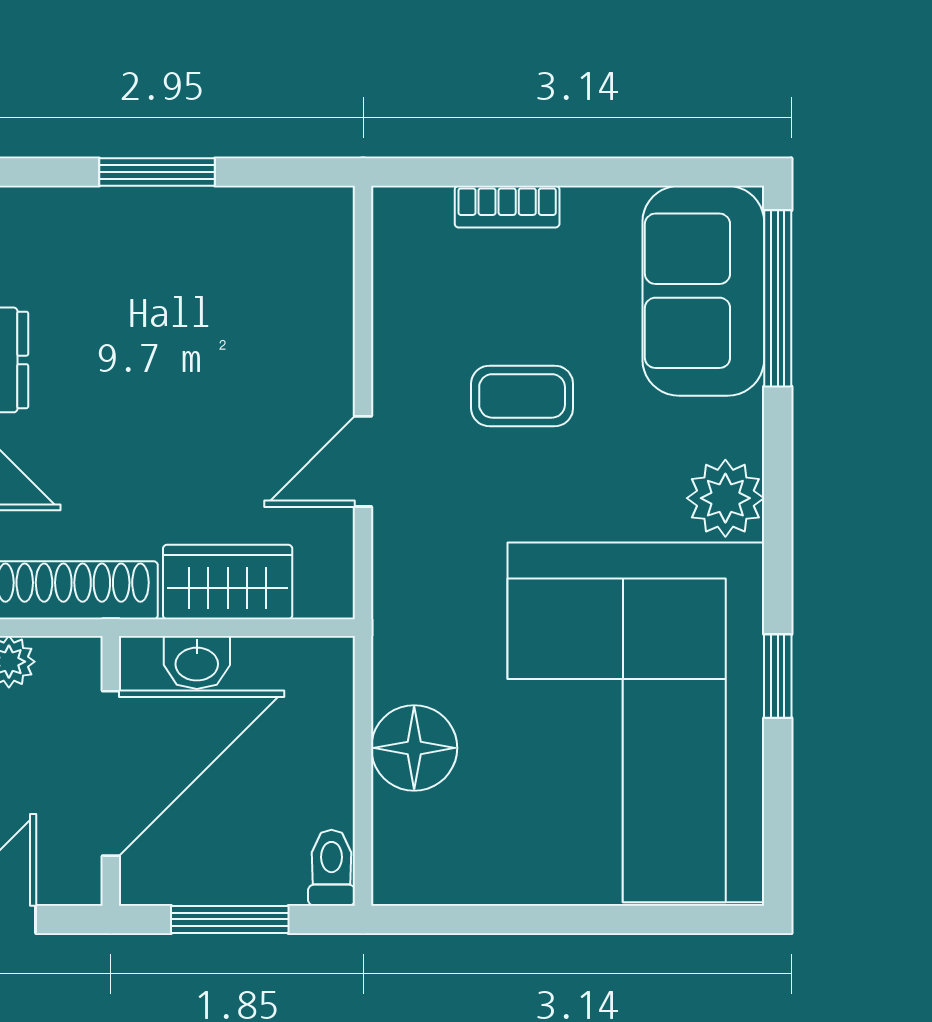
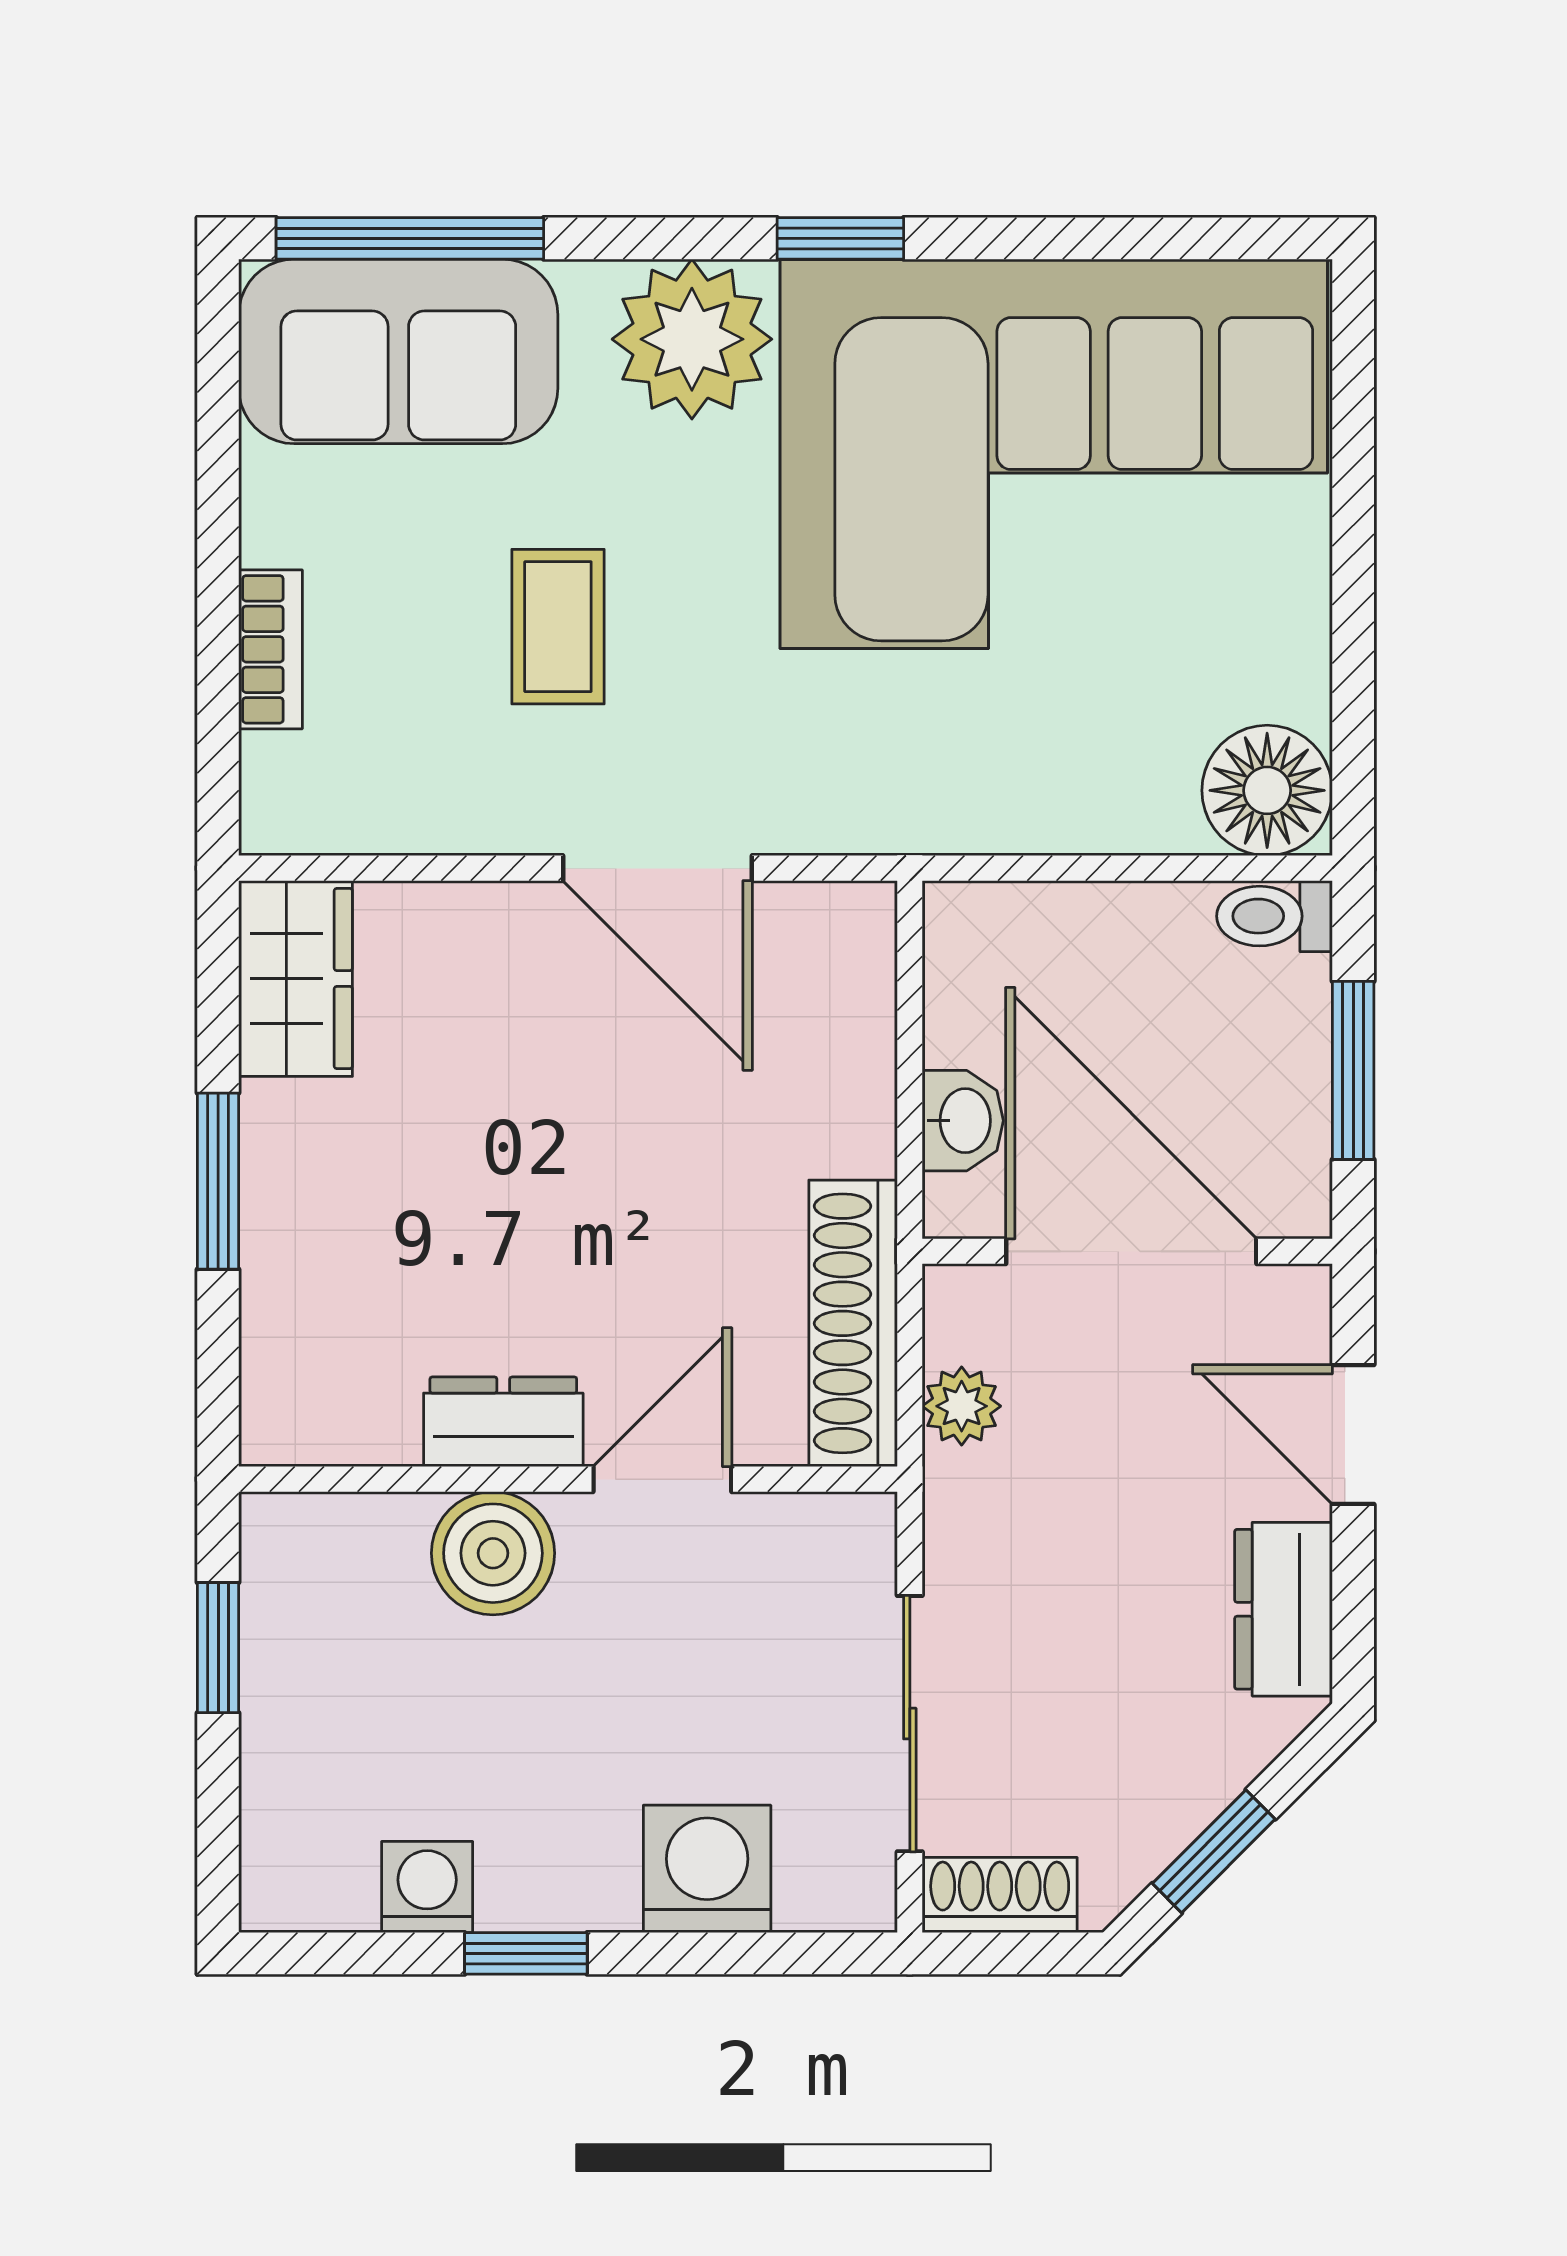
door: (363, 461) -> (657, 868), width x1.38
plant: (725, 498) -> (692, 339), width x1.36, depth x1.36
wardrobe: (228, 582) -> (296, 979), moved, turned 180
window: (778, 676) -> (840, 238), moved
floor lamp: (414, 748) -> (1267, 790), moved

